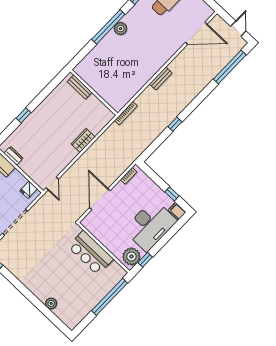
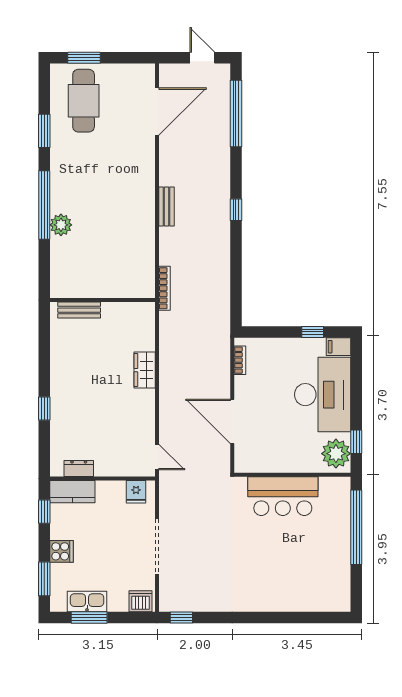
plant: (121, 29) -> (61, 225), moved
window: (175, 124) -> (236, 210), moved
plant: (51, 303) -> (294, 602), removed

